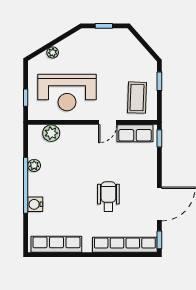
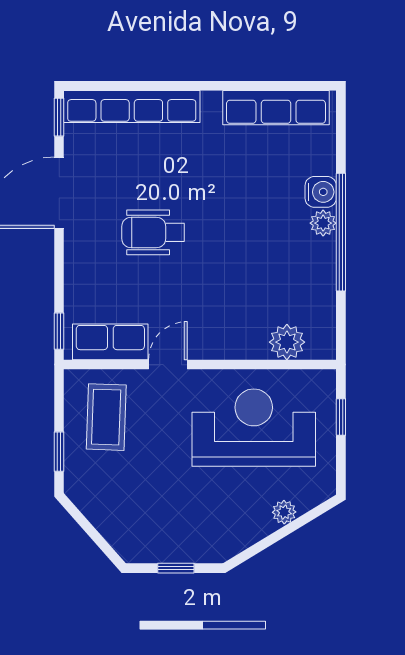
plant: (34, 165) -> (323, 223), moved
wheelchair: (108, 197) -> (153, 232), moved, turned 90

